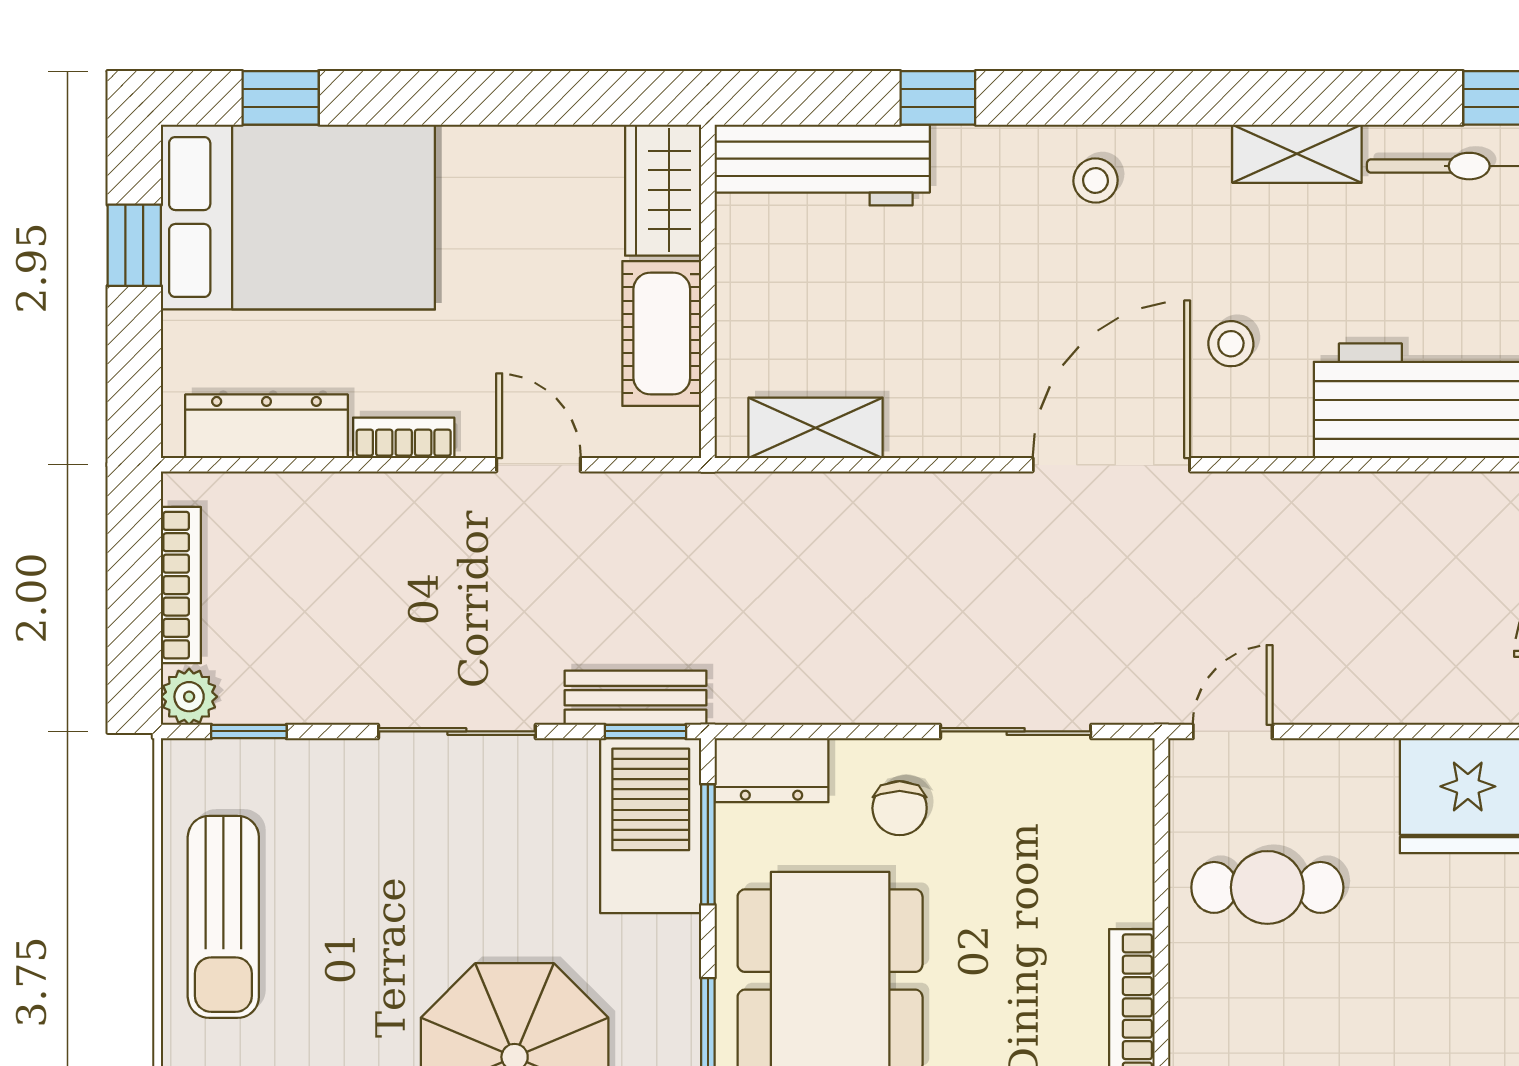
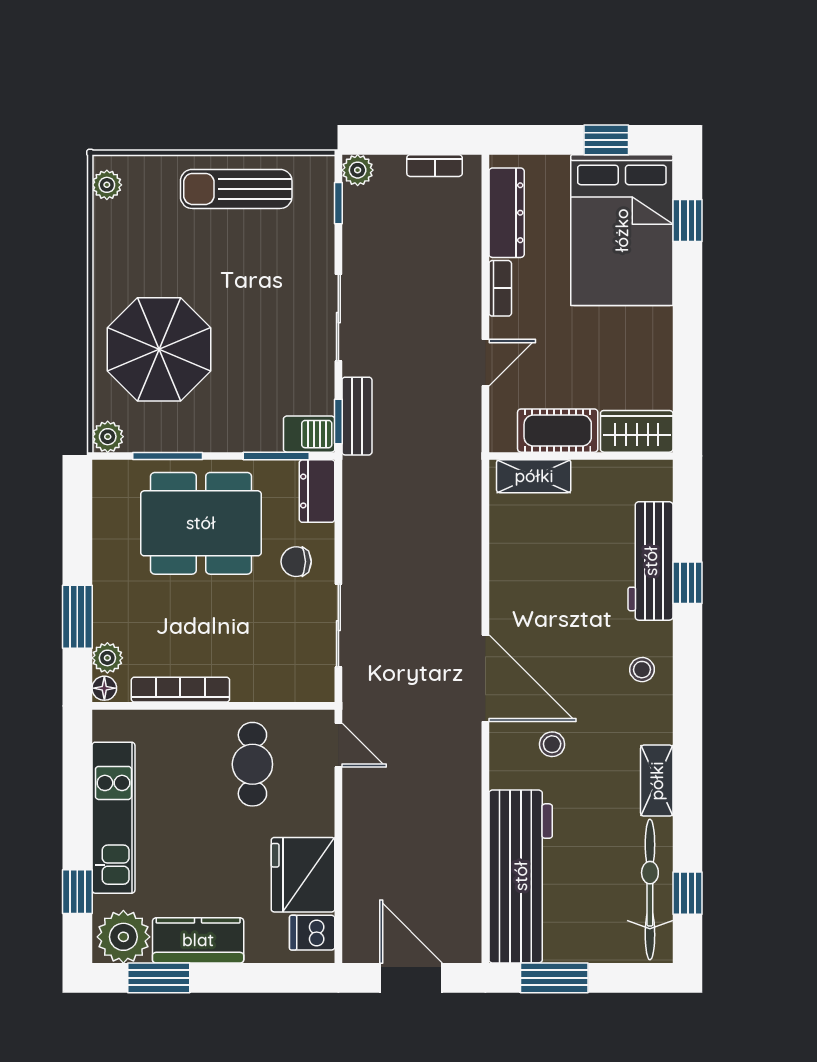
workbench: (822, 165) -> (651, 561), moved
shelving: (816, 428) -> (534, 476), moved, turned 90
bookcase: (181, 585) -> (435, 166), width x0.64
barbecue: (651, 826) -> (309, 434), width x0.53, depth x0.65

